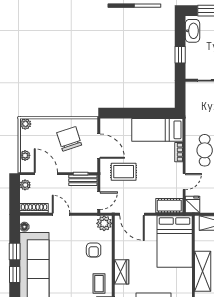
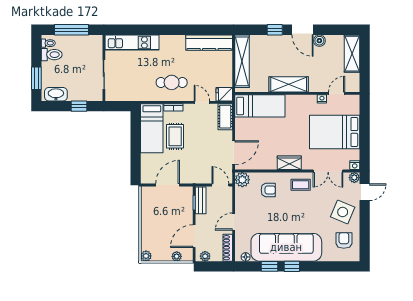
chair: (69, 139) -> (161, 214), removed
rug: (124, 172) -> (175, 136), moved
bed: (175, 242) -> (260, 106), width x0.67

